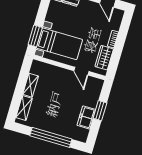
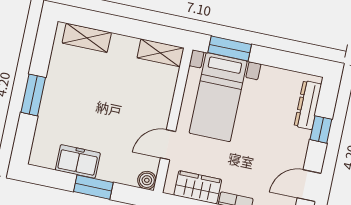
boiler: (99, 83) -> (147, 180), added
shelving: (31, 85) -> (160, 53), moved
window: (51, 137) -> (33, 95), width x0.47

